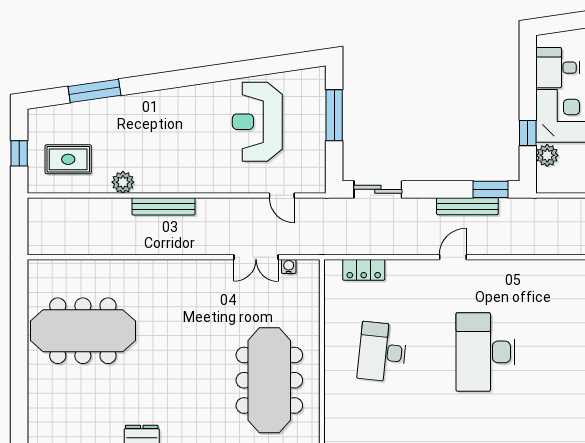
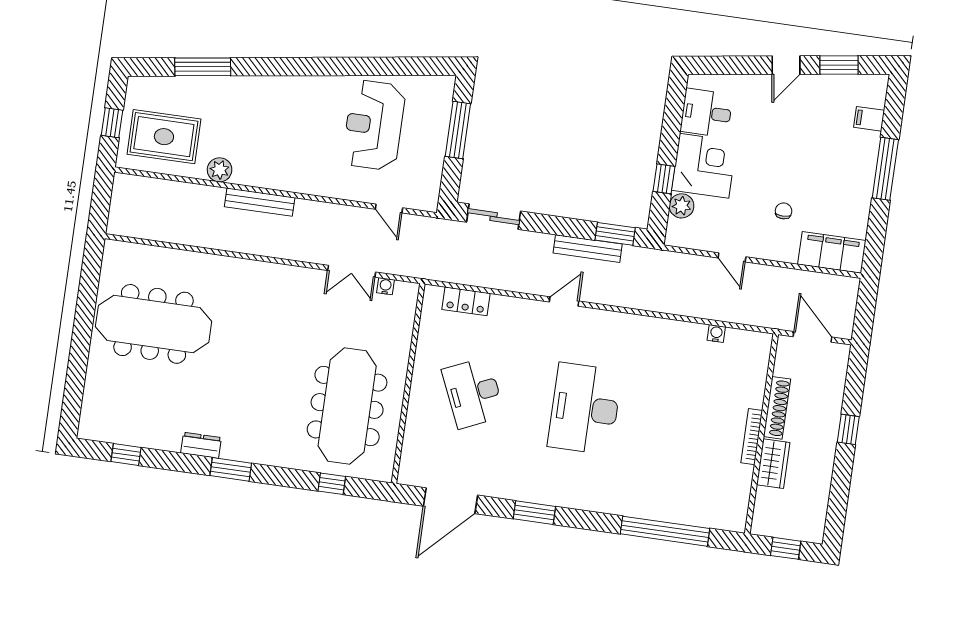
rug: (68, 159) -> (164, 137), width x1.36, depth x1.43
desk: (382, 352) -> (473, 393), turned -30

